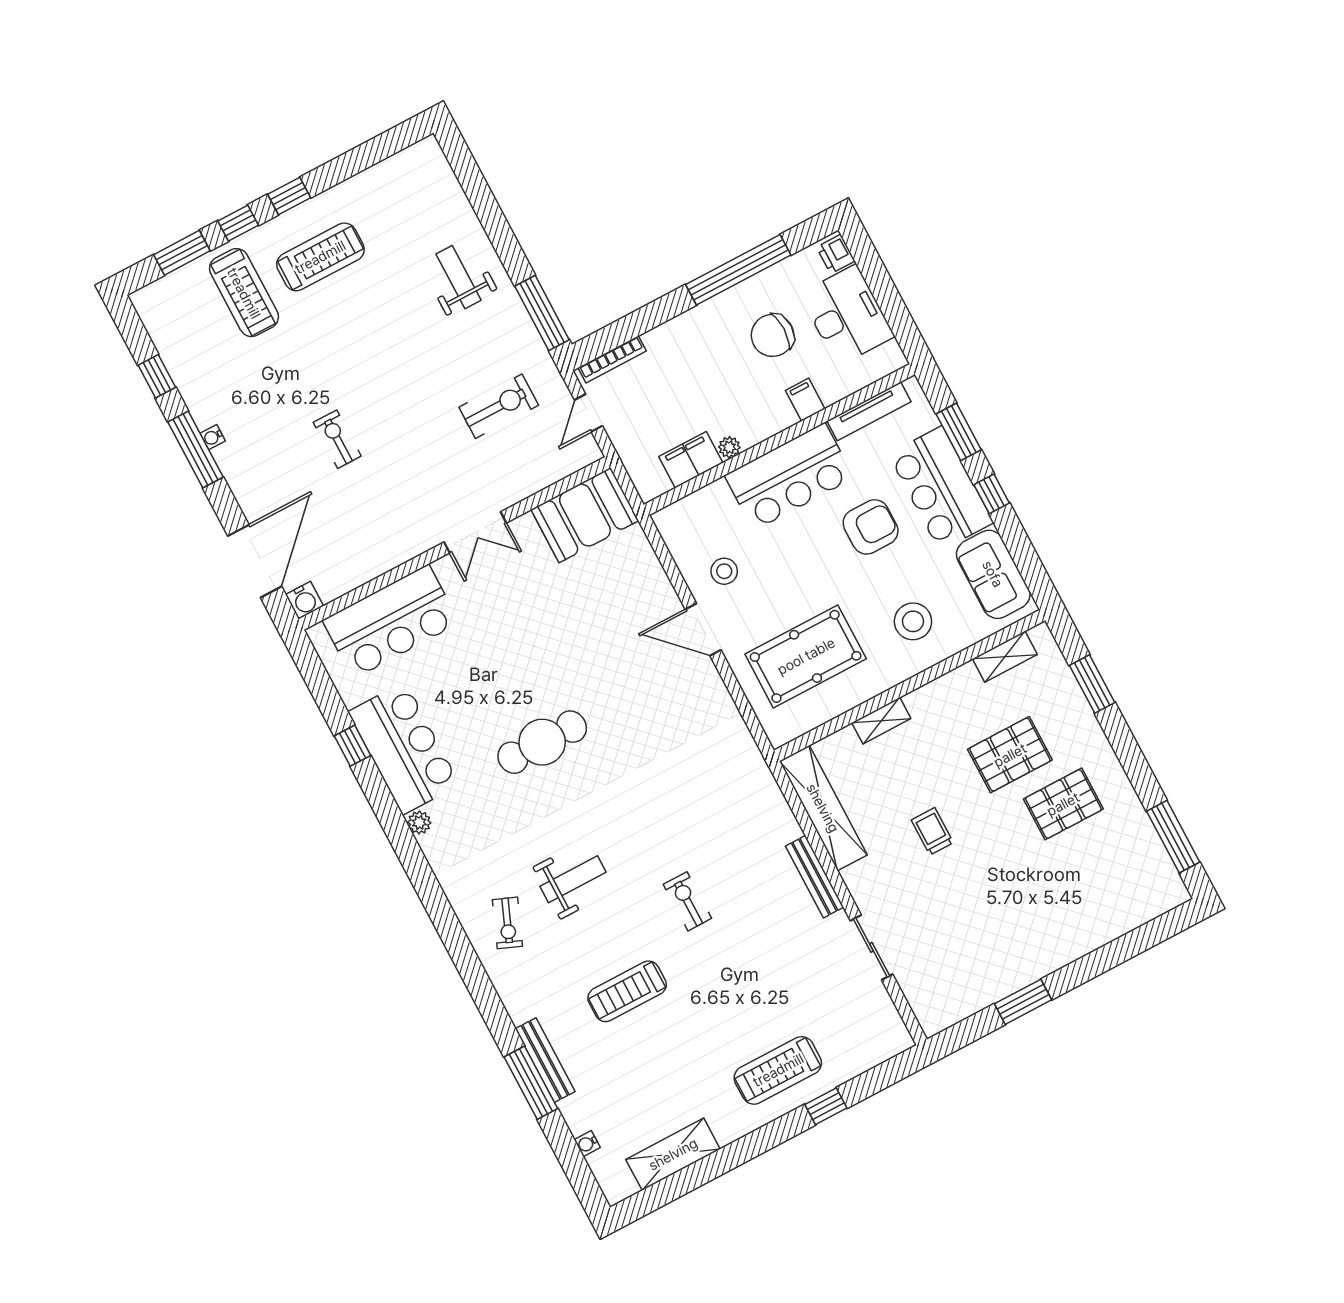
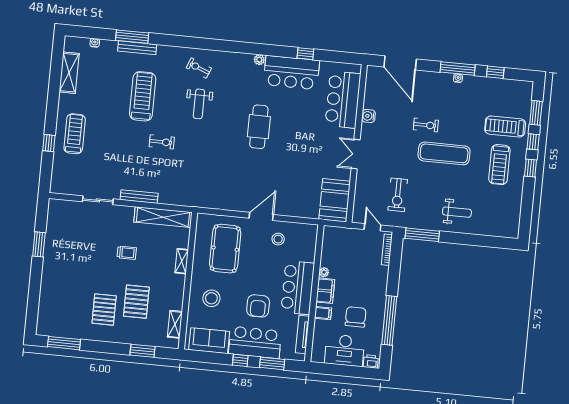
exercise mat: (367, 372) -> (444, 153), added
filing cabinet: (691, 460) -> (325, 291), moved
water cooler: (304, 600) -> (368, 116), moved
treadmill: (627, 991) -> (143, 96), width x1.37, depth x1.38

